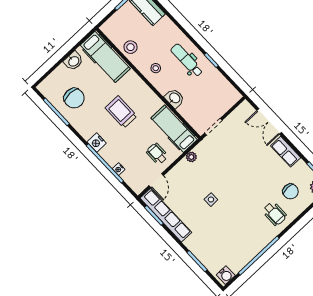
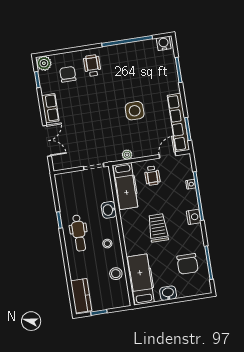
chair: (74, 98) -> (187, 264), turned 180
trolley: (121, 112) -> (158, 228), turned 180
side table: (211, 200) -> (135, 111), width x1.87, depth x1.87

